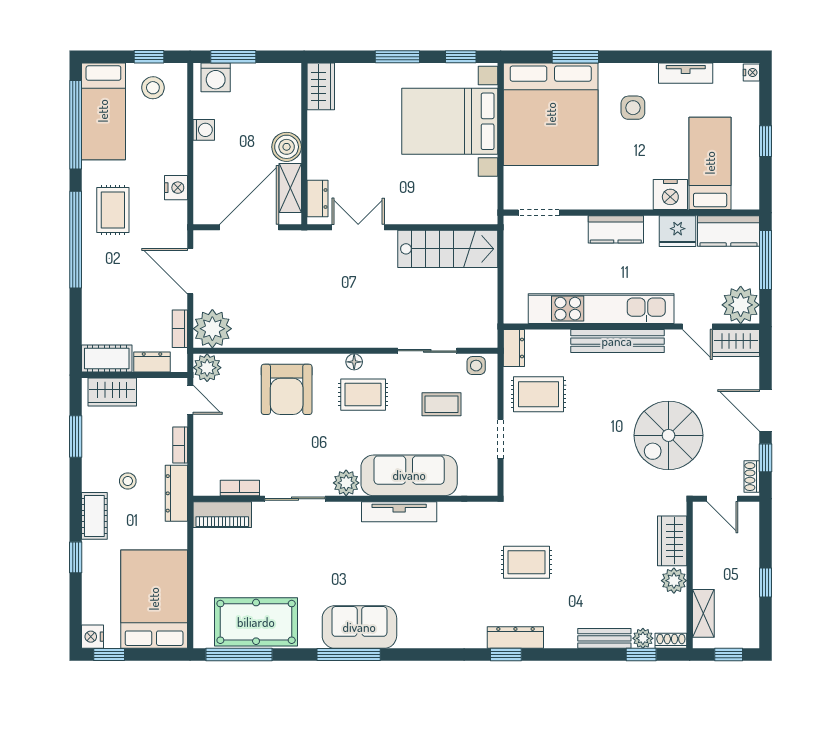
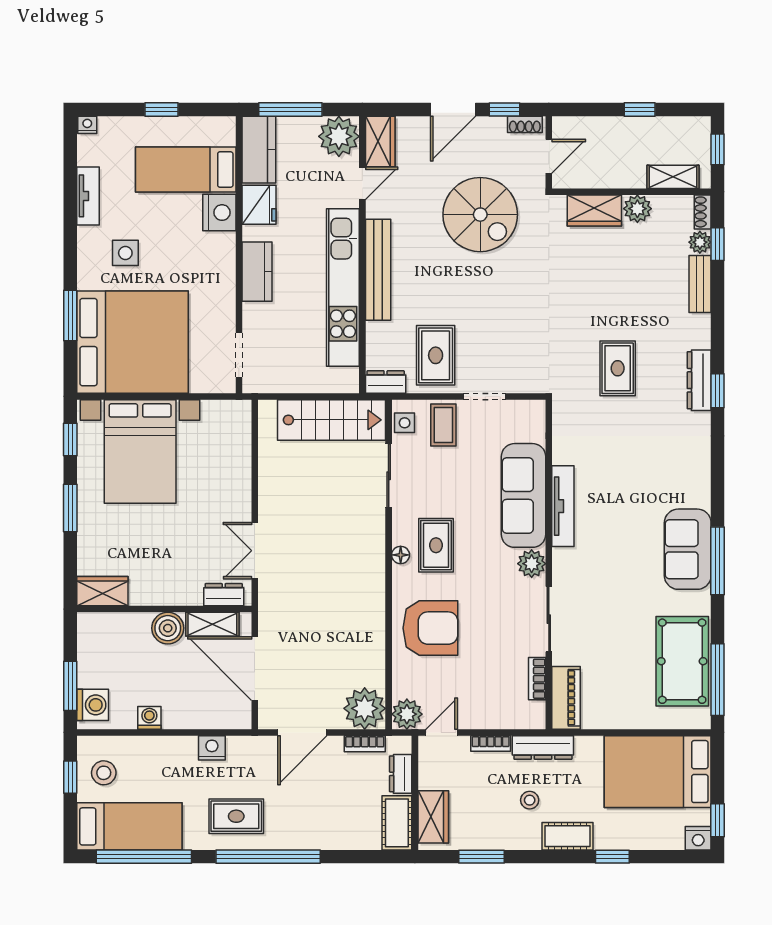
stairs: (448, 249) -> (332, 420), moved, turned 90
coffee table: (442, 404) -> (443, 425), moved

